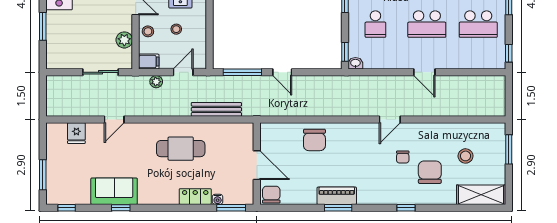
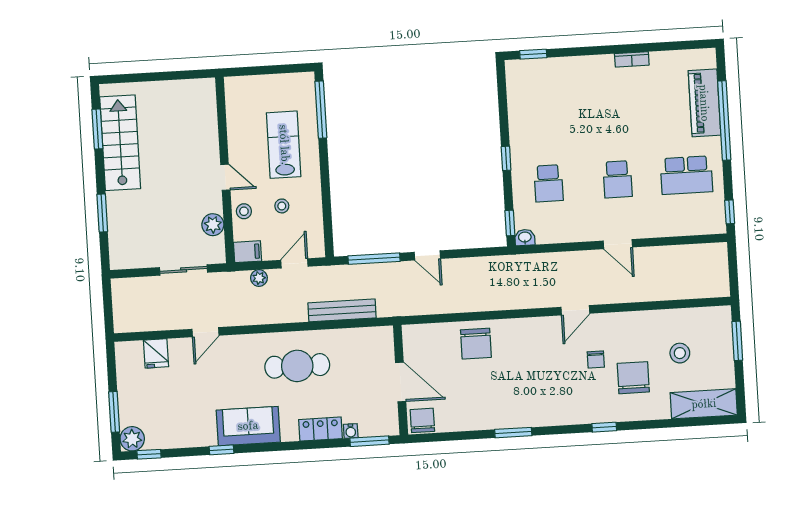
school desk: (427, 24) -> (617, 179), width x0.54
sofa: (114, 191) -> (248, 426), moved
plant: (55, 195) -> (132, 439), added
piano: (337, 196) -> (510, 417), removed

